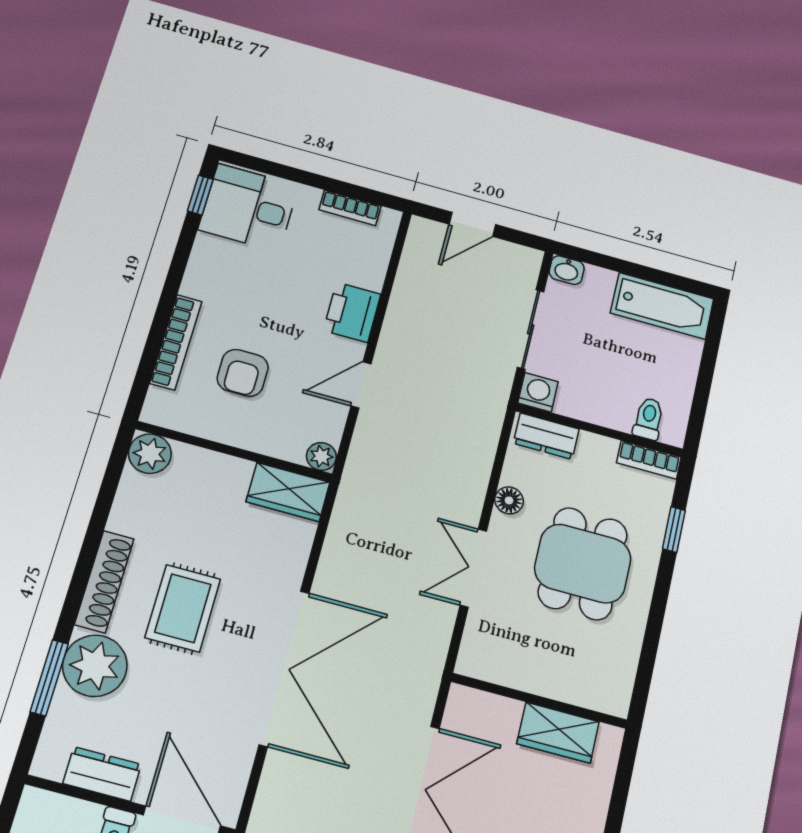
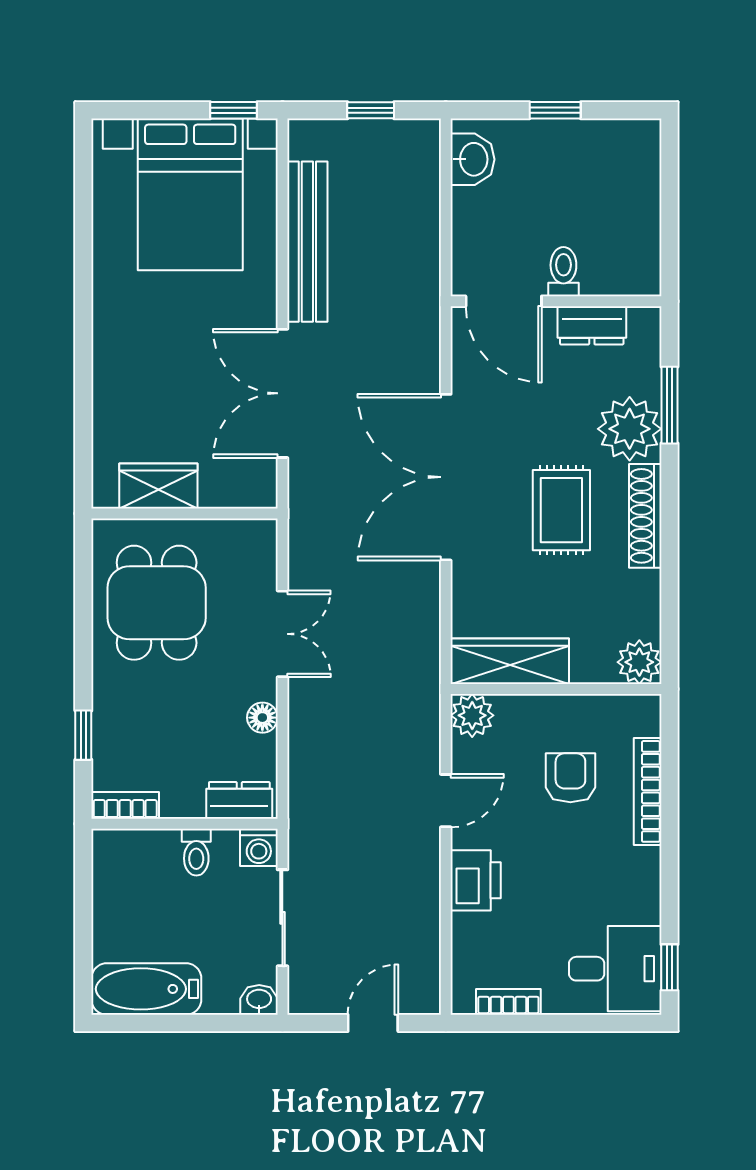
toilet: (648, 419) -> (196, 852), moved
plant: (321, 456) -> (472, 715), width x1.38, depth x1.38
wardrobe: (288, 492) -> (510, 661), width x1.50
dining table: (583, 564) -> (157, 603), moved

